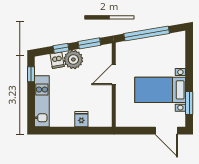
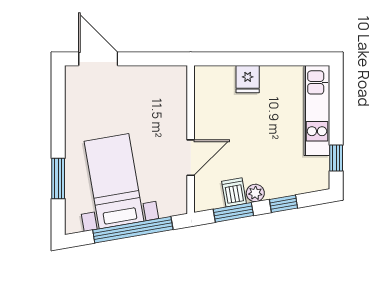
plant: (73, 59) -> (255, 193), width x0.53, depth x0.53
dishwasher: (57, 60) -> (234, 192), moved
bed with nightstands: (160, 90) -> (114, 181), moved, turned -100
window: (189, 103) -> (58, 178), moved

